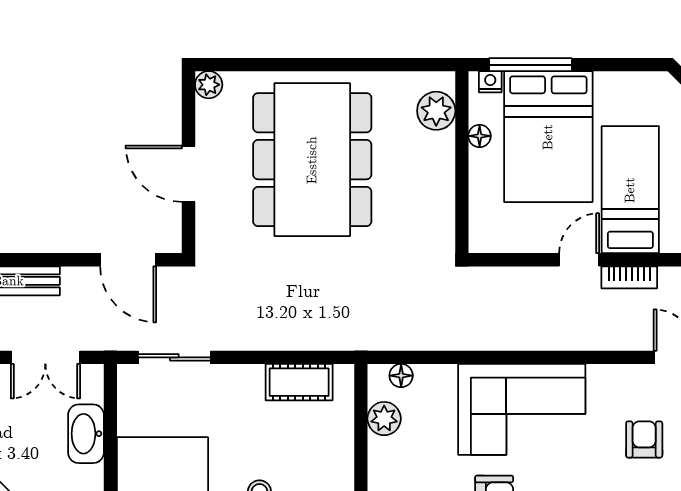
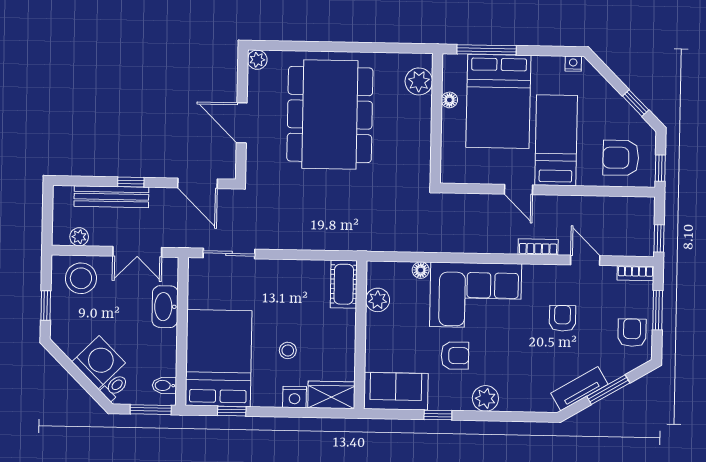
nightstand: (490, 82) -> (573, 64), moved
window: (35, 260) -> (131, 182), added
door: (579, 260) -> (519, 189), swing flipped
bookcase: (629, 277) -> (538, 247), moved, turned 180
floor lamp: (401, 376) -> (421, 270), moved
cot: (299, 382) -> (344, 284), moved, turned 90

